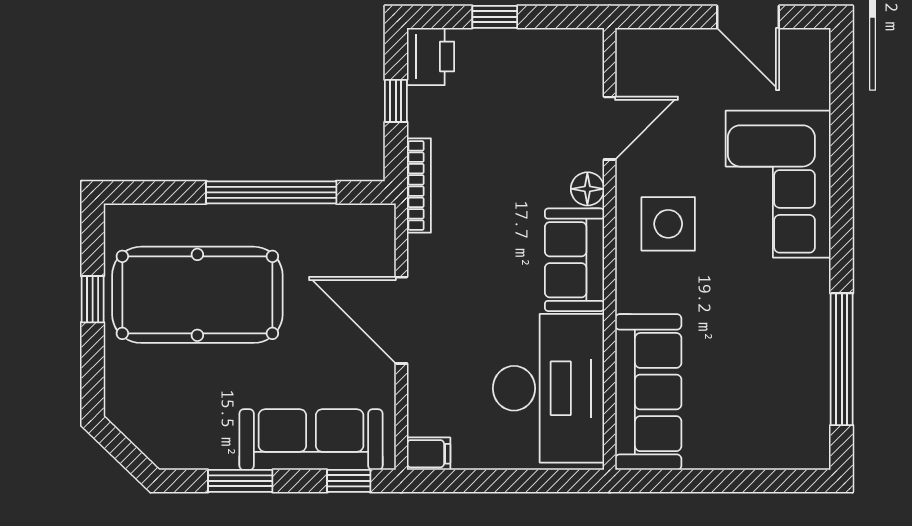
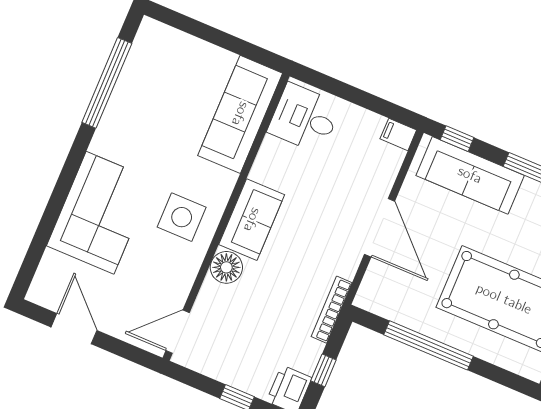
door: (610, 128) -> (178, 332), moved
floor lamp: (587, 189) -> (226, 267), width x1.38, depth x1.38
desk: (548, 388) -> (304, 118), width x0.53, depth x0.77

